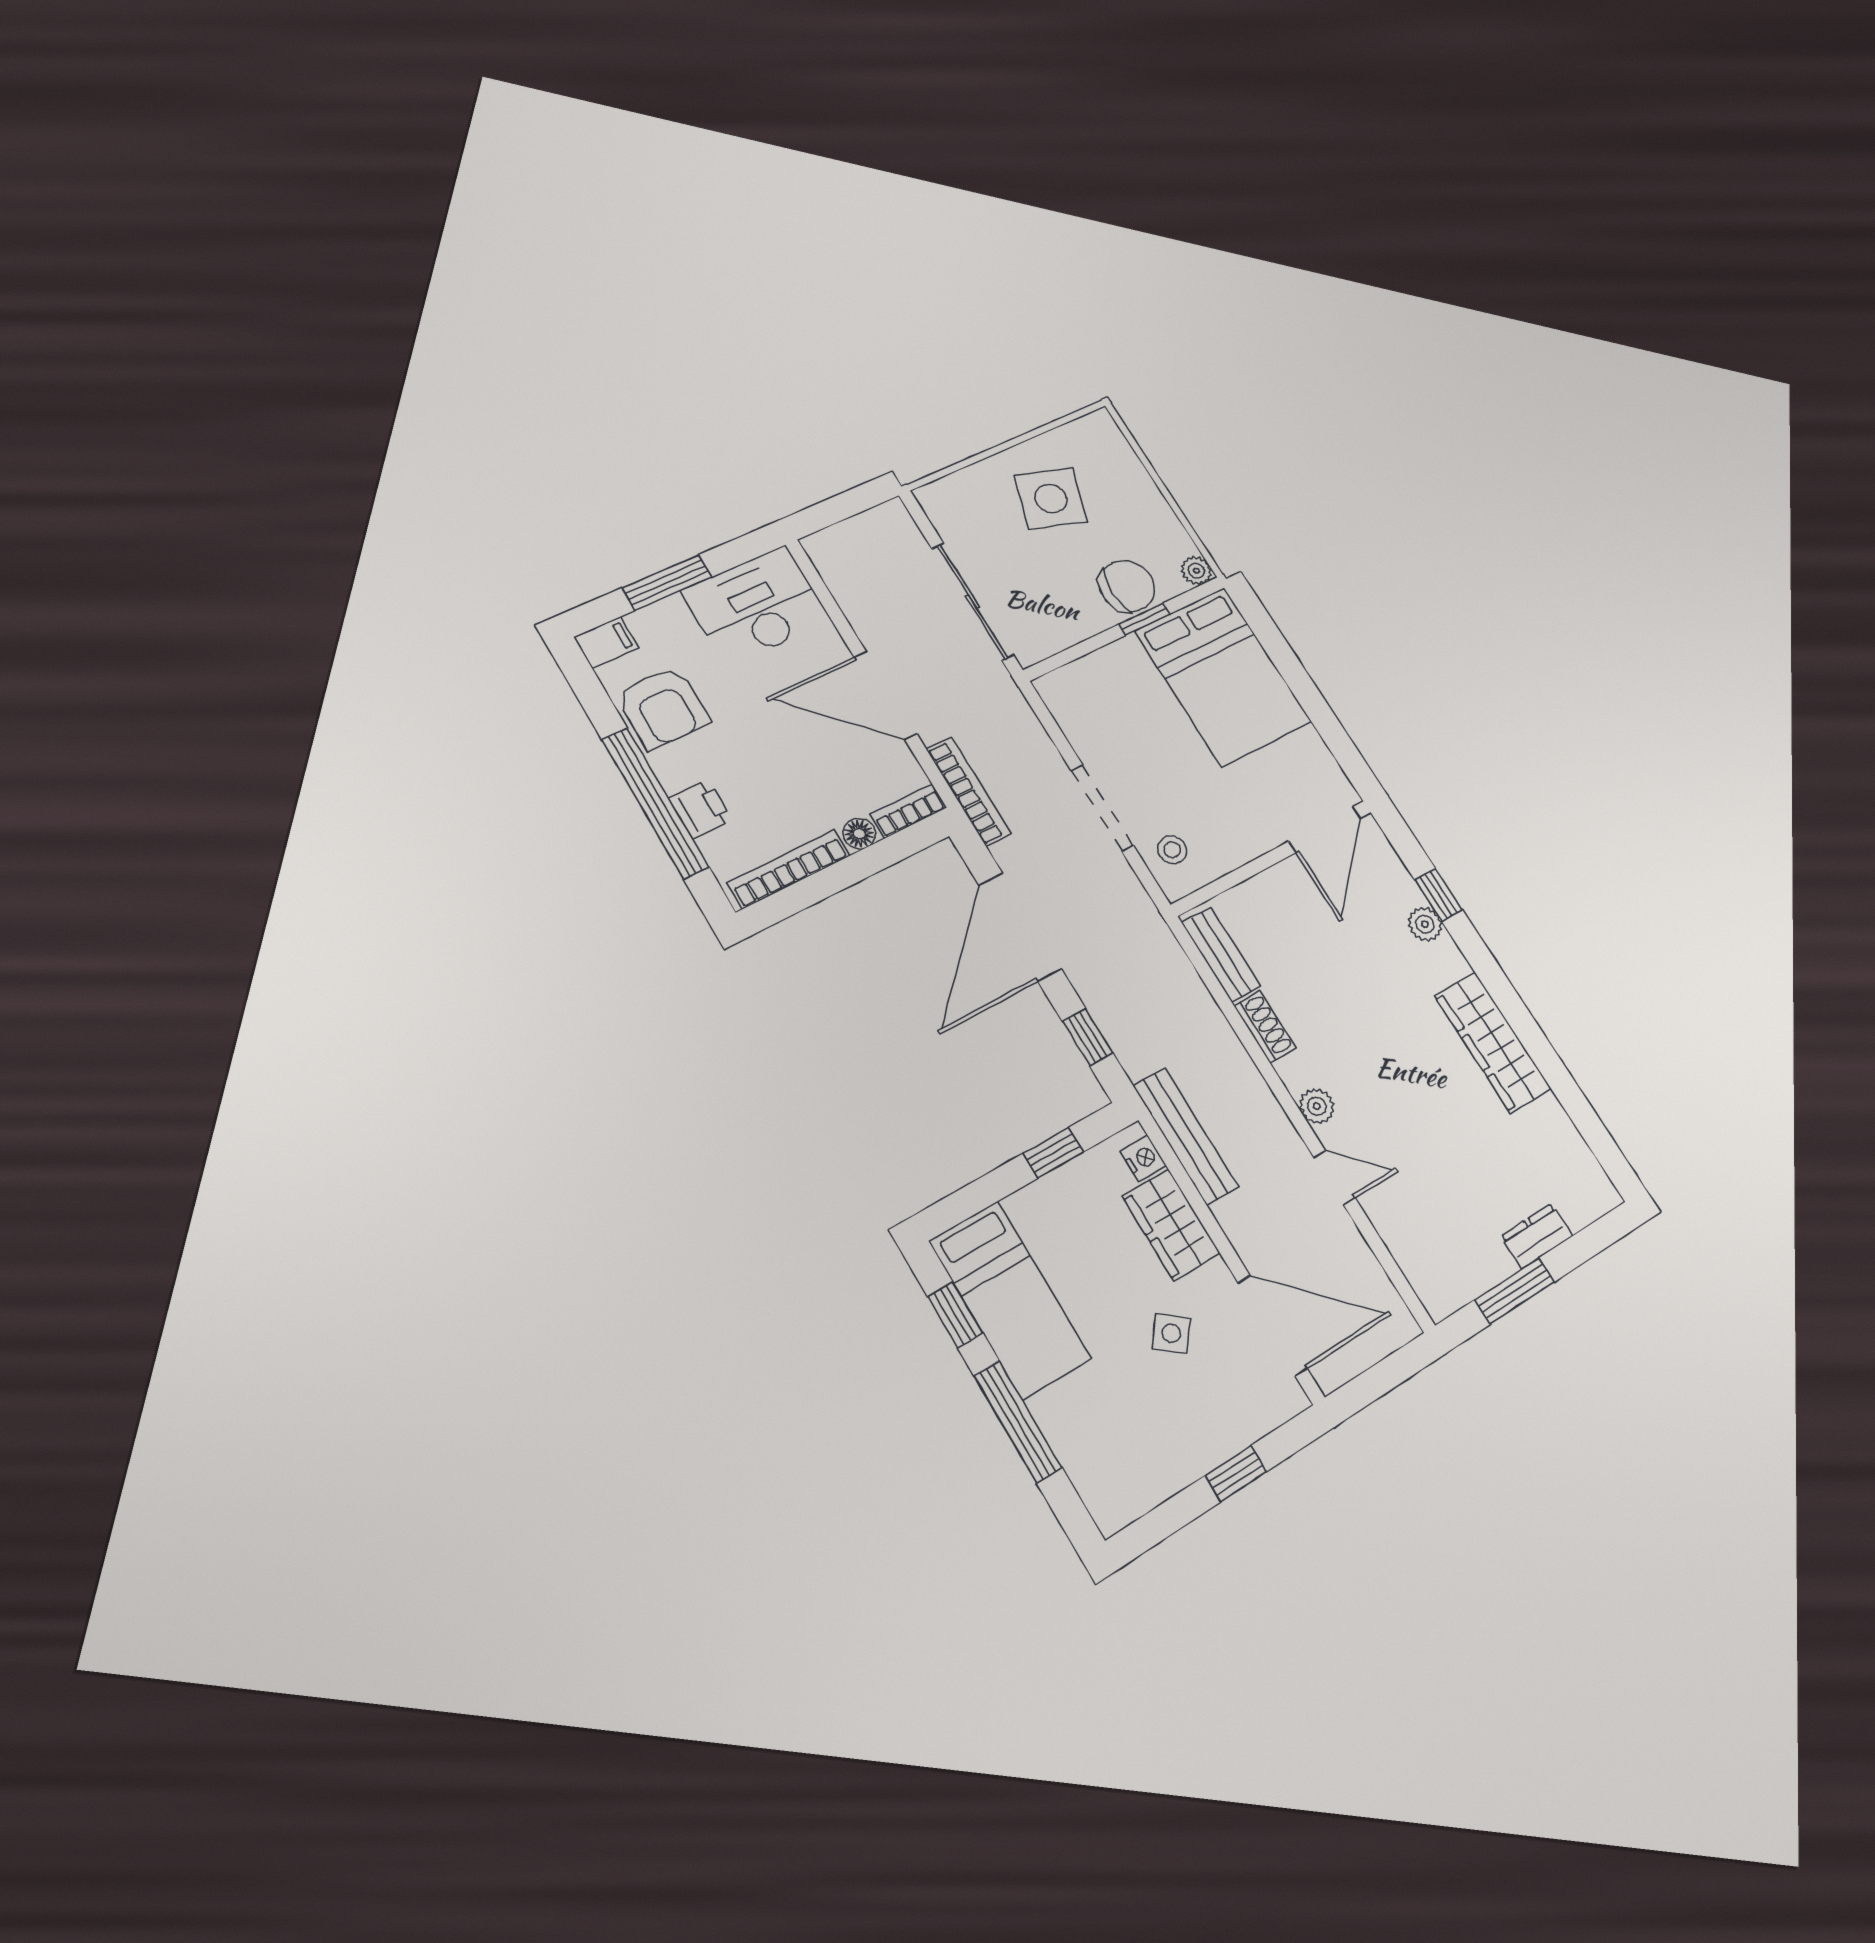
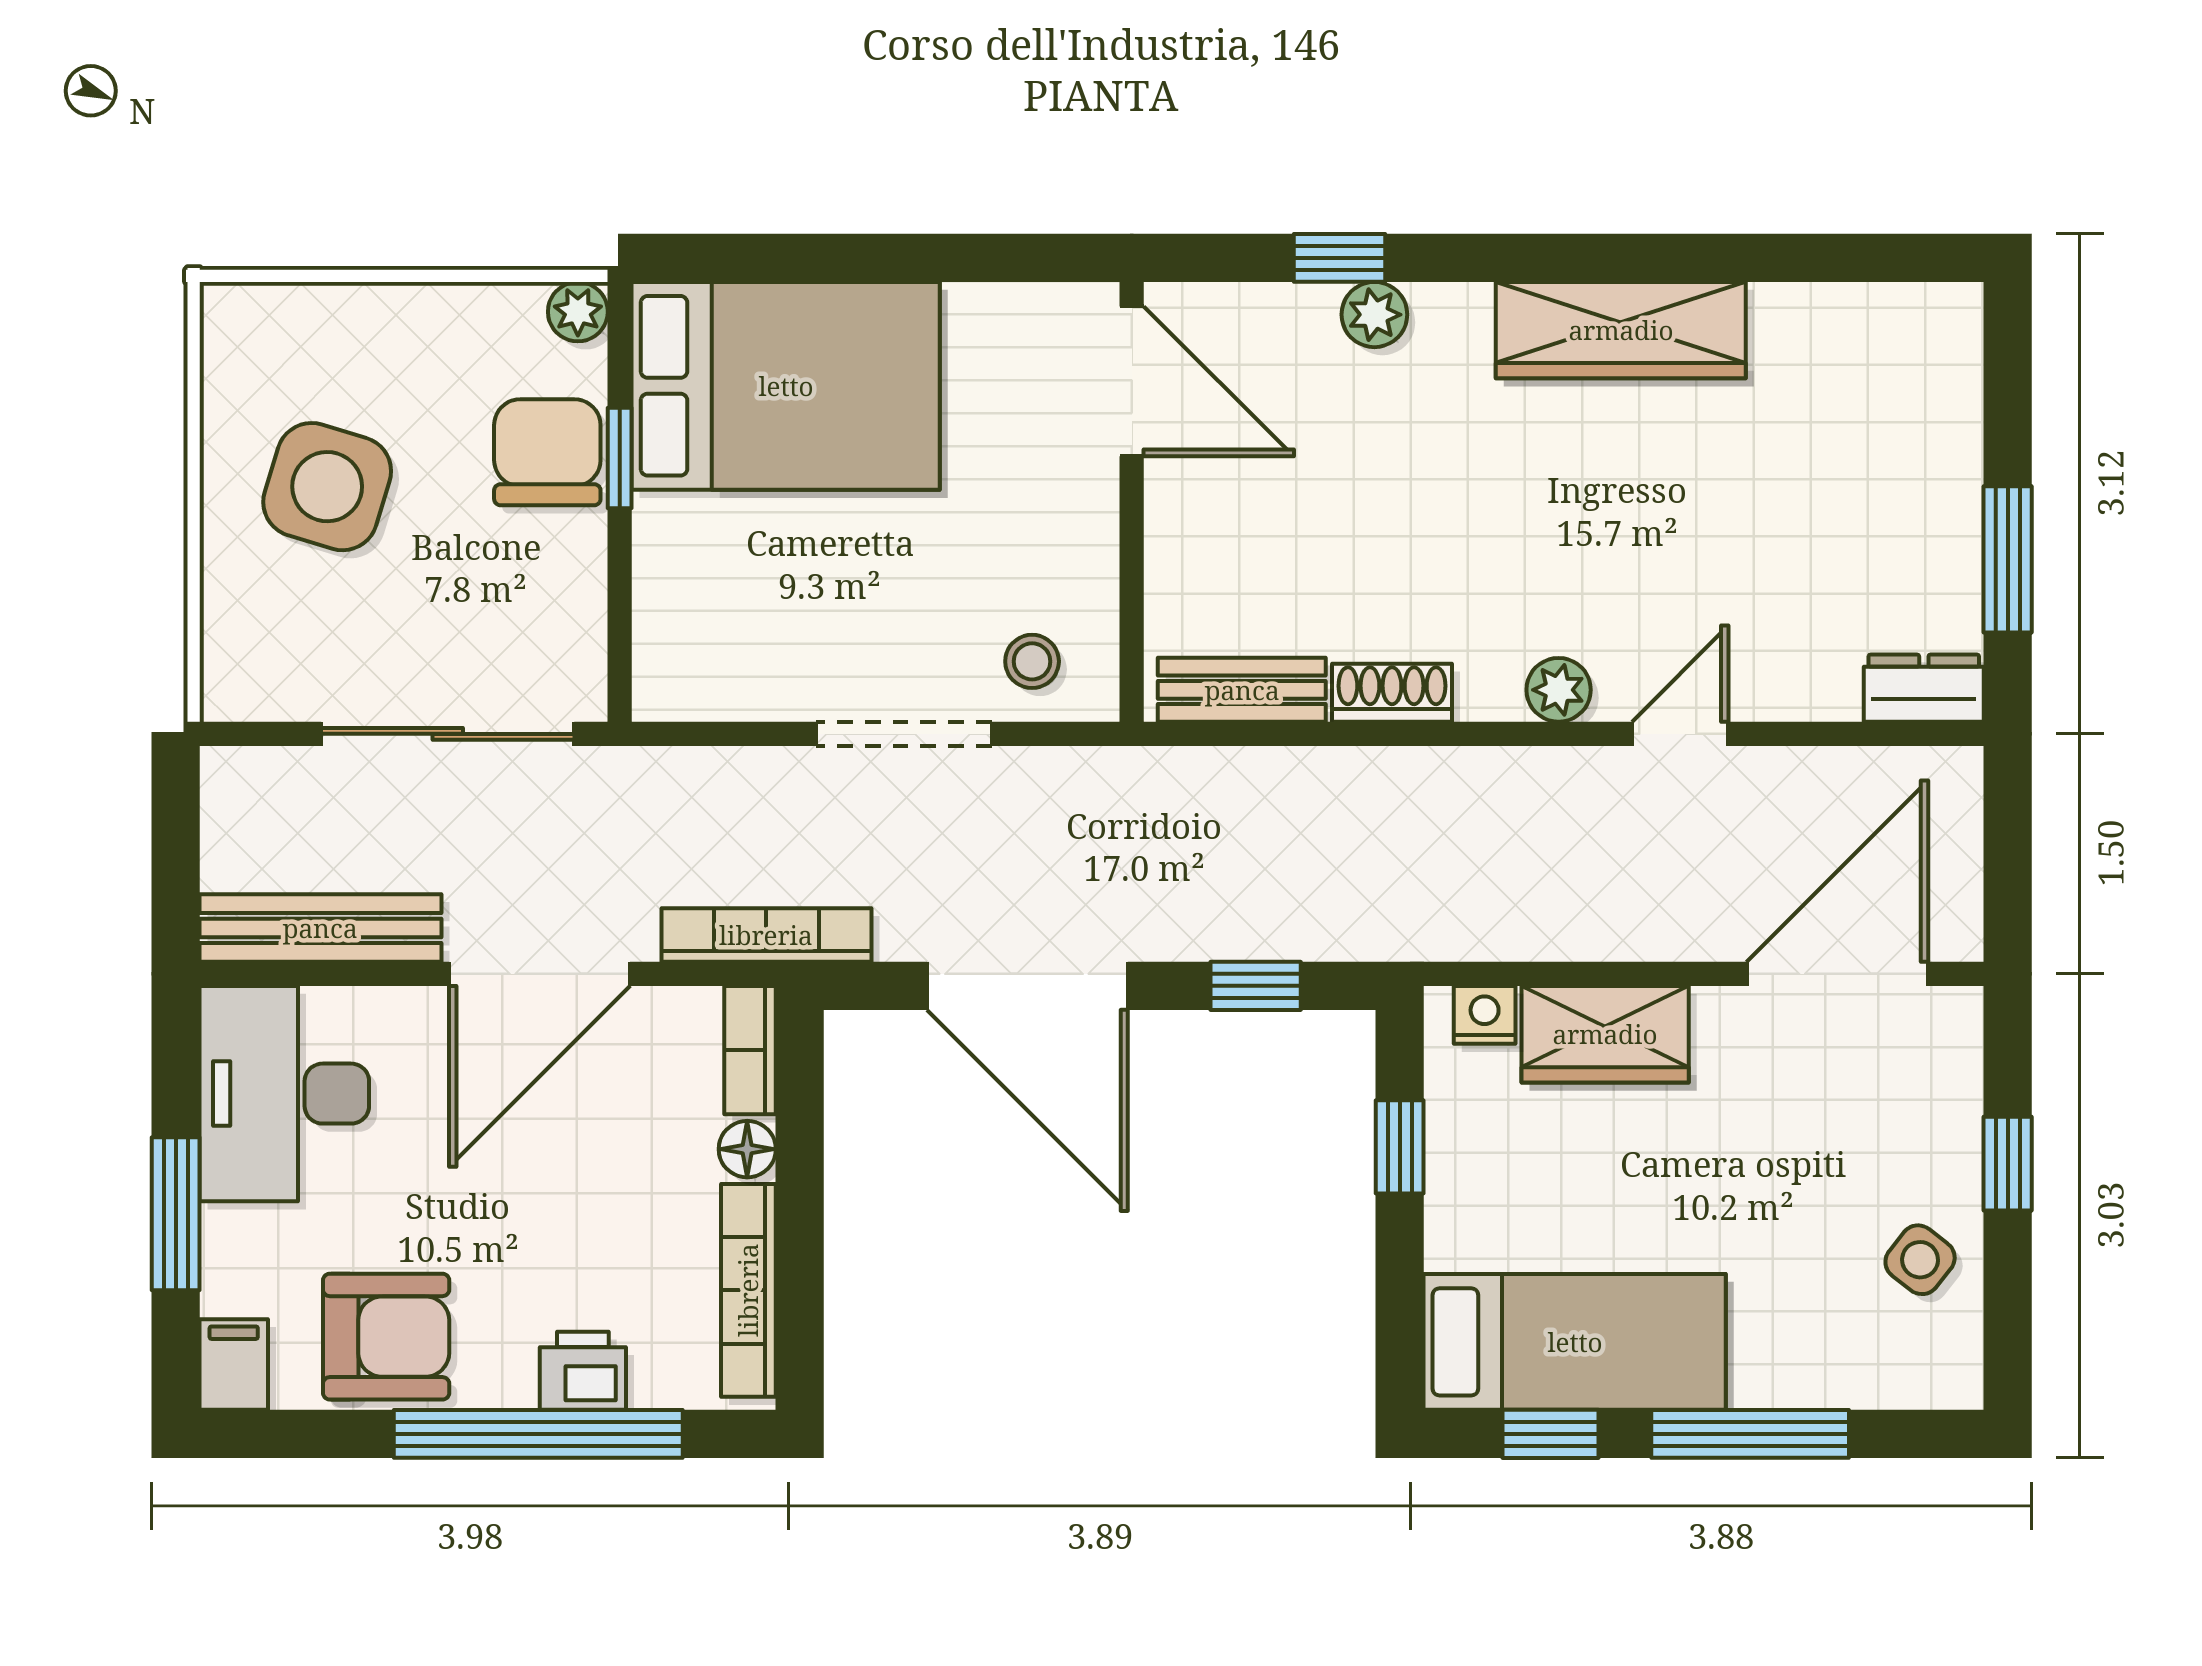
bench: (1186, 1136) -> (320, 928), moved
dresser: (1537, 1236) -> (1924, 688), moved, turned 90
side table: (1171, 1333) -> (1920, 1260), moved

